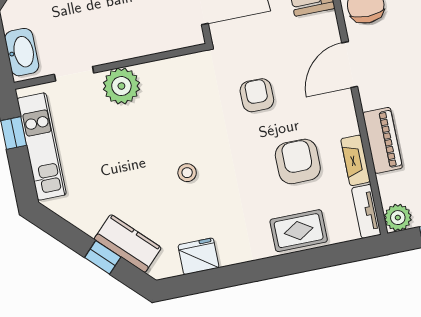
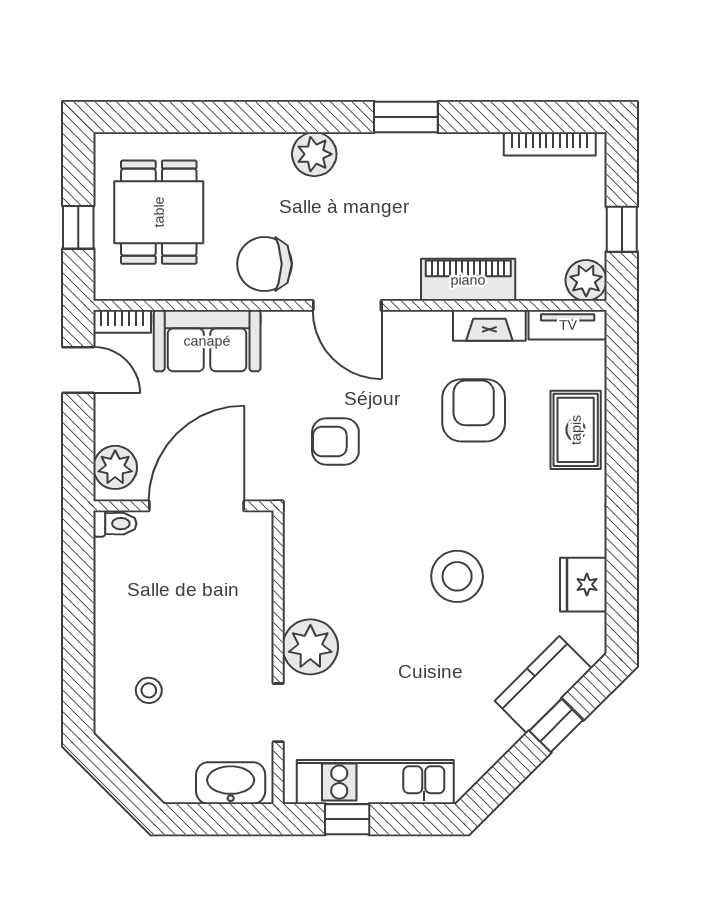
armchair: (257, 95) -> (335, 442), moved
armchair: (298, 161) -> (474, 410), turned 90
stool: (187, 173) -> (457, 576), width x1.89, depth x1.89

